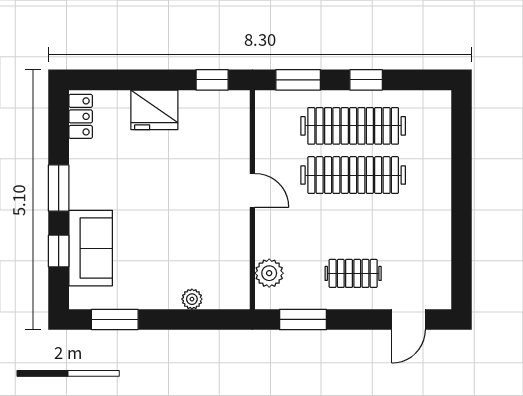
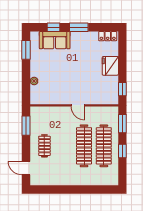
door: (252, 190) -> (78, 105), hinge flipped
plant: (269, 273) -> (45, 112), removed

